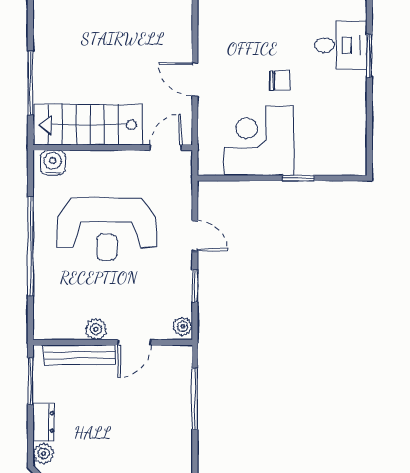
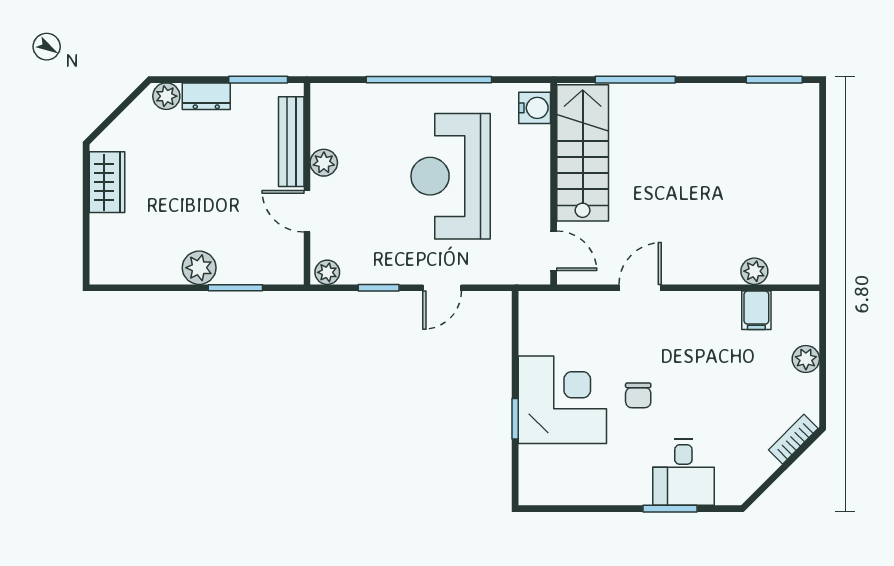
corner desk: (259, 141) -> (562, 400), moved
window: (195, 399) -> (235, 288), width x0.69
plant: (179, 428) -> (199, 268), added

